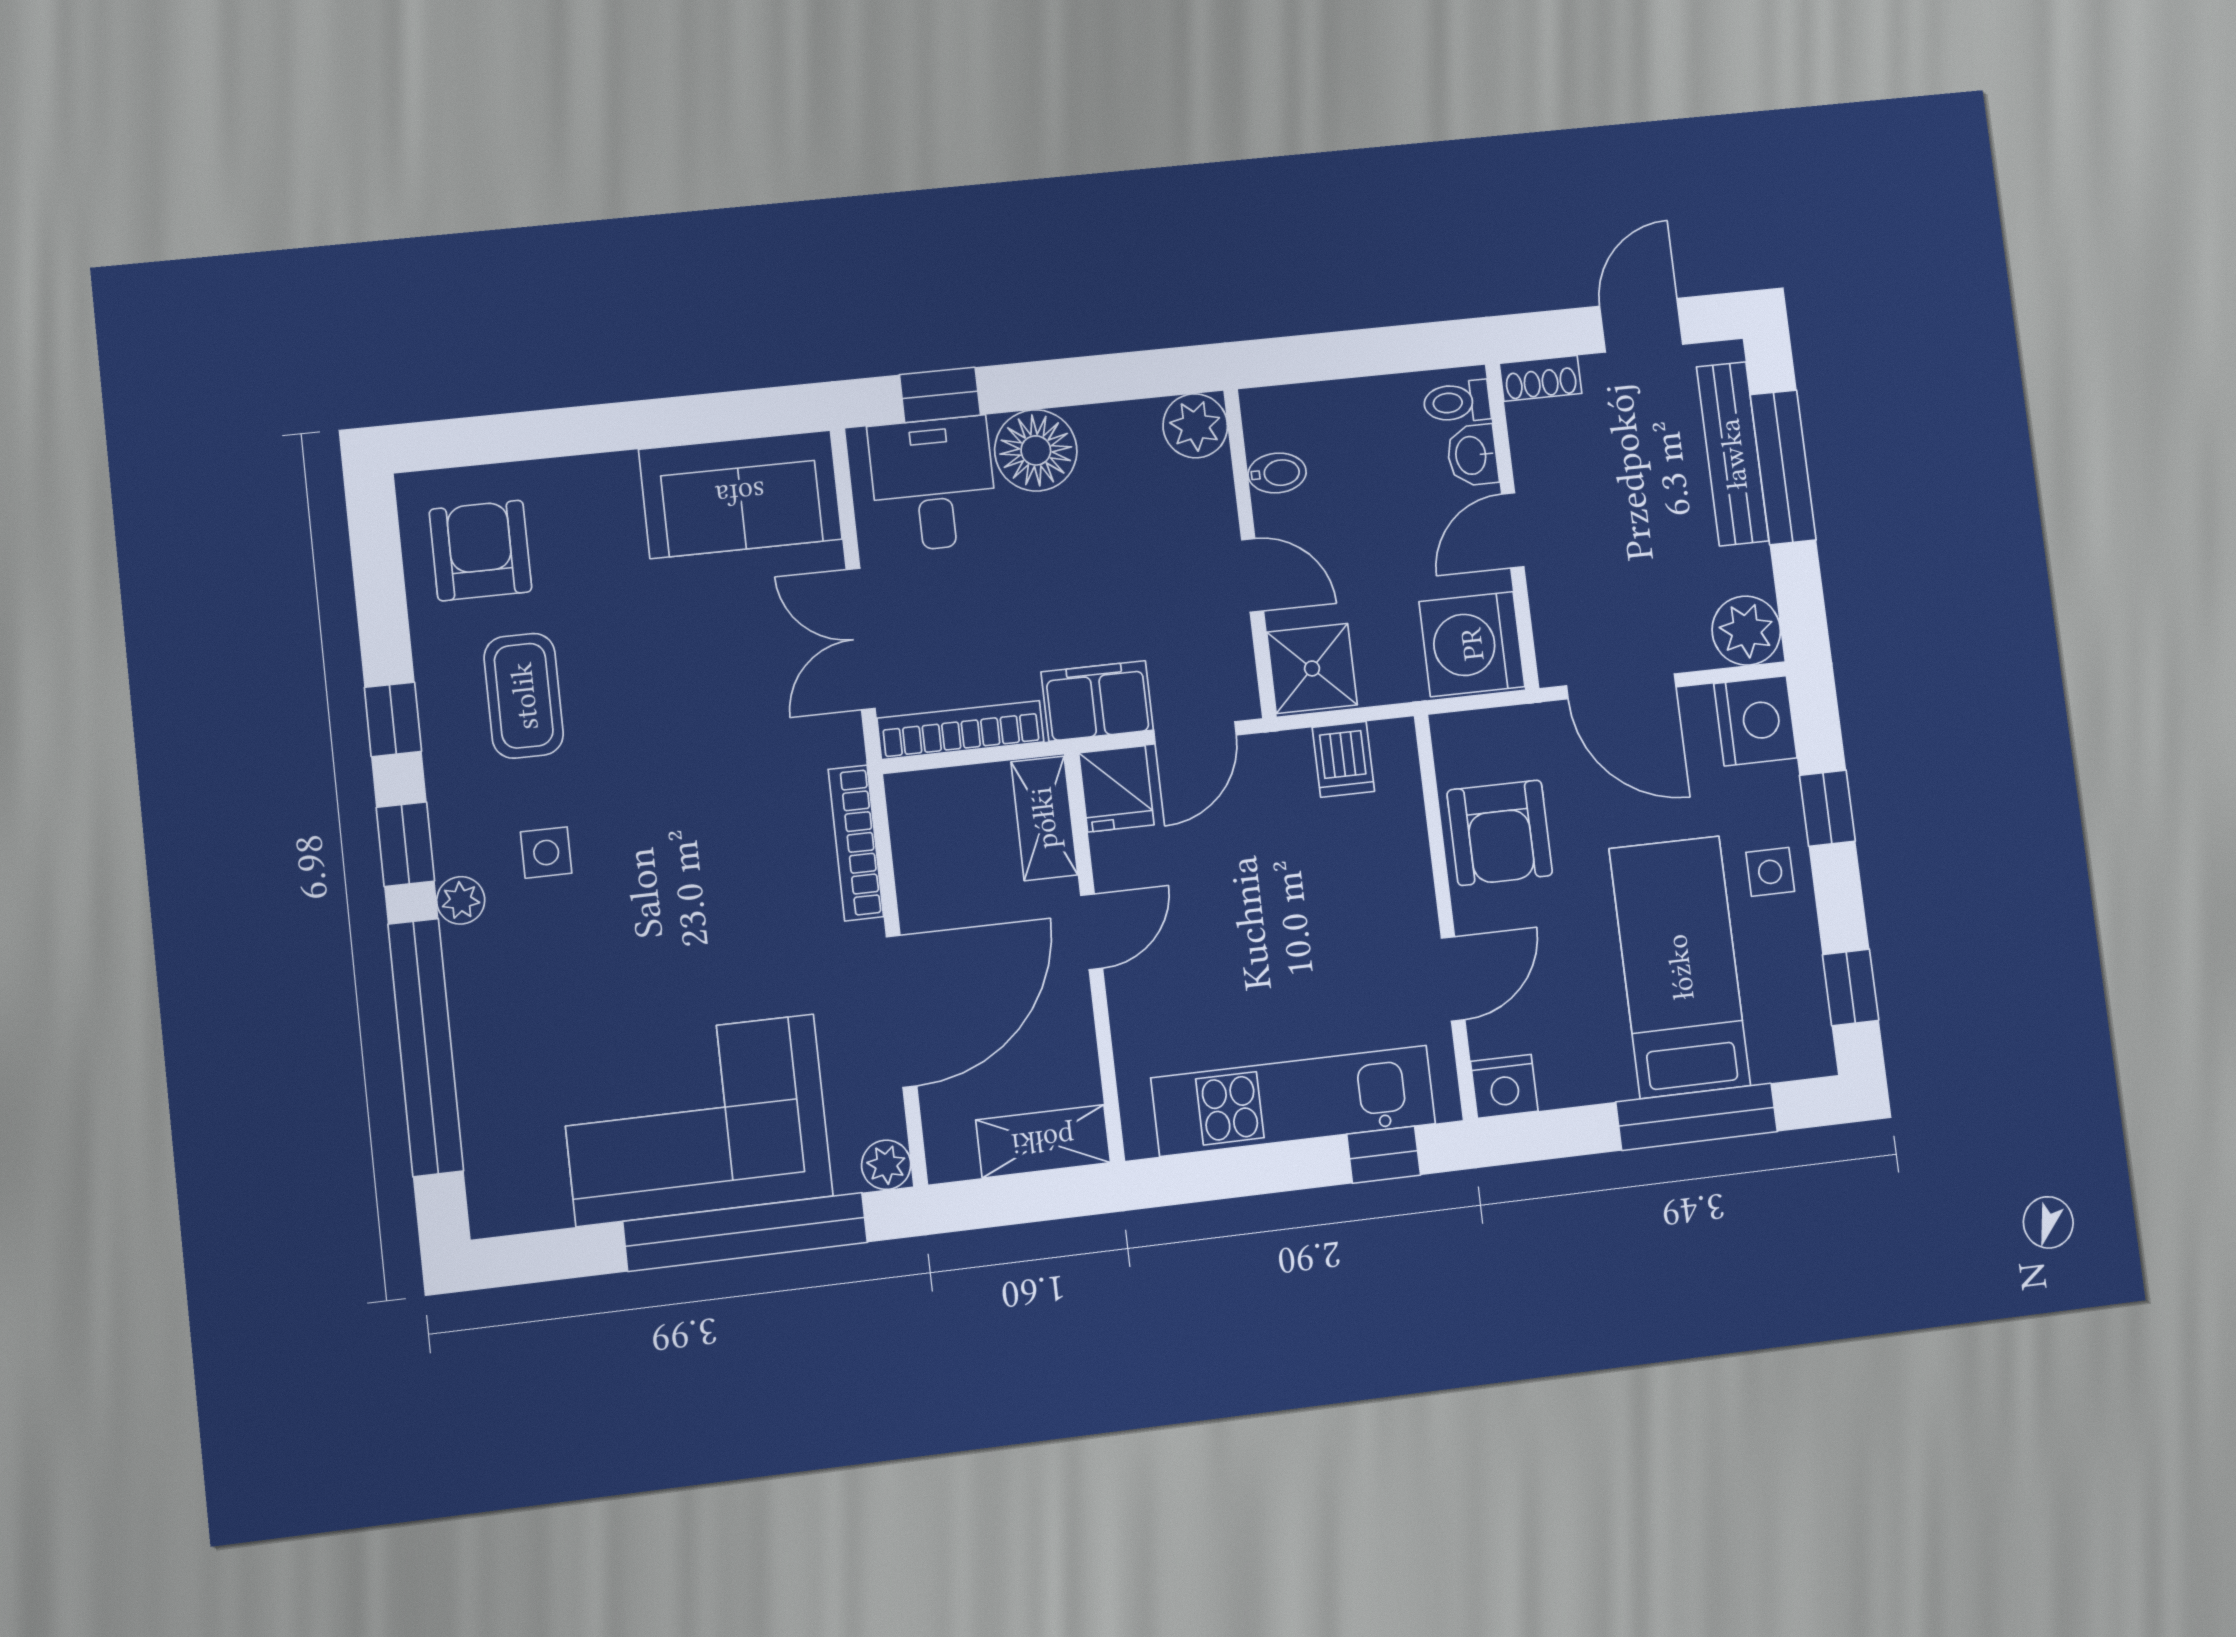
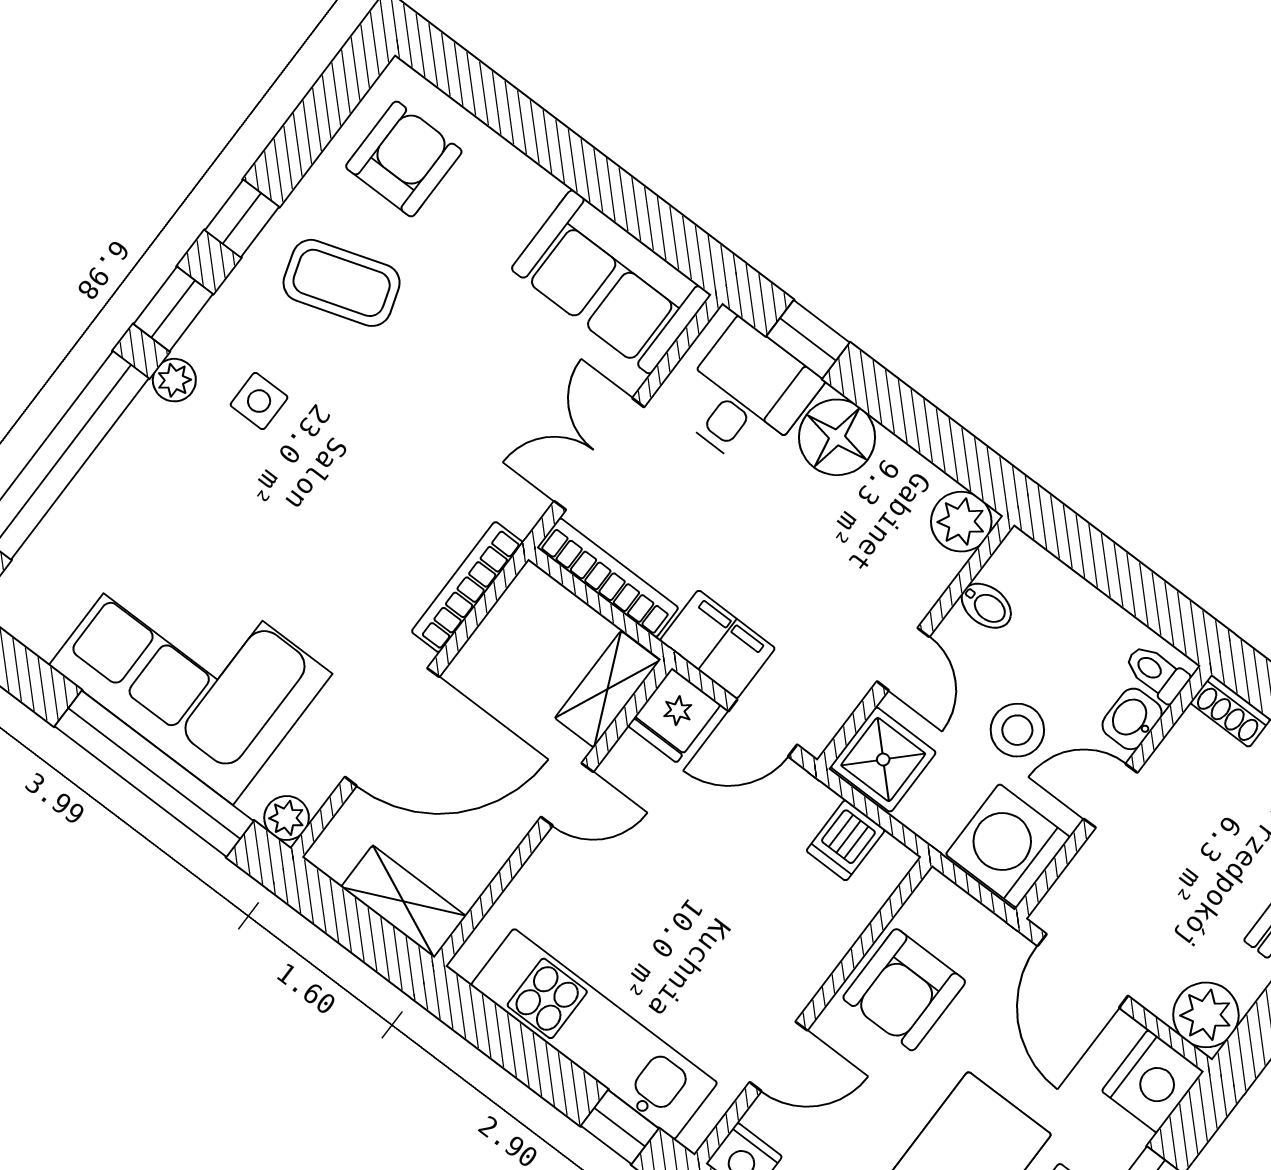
stool: (1393, 547) -> (1017, 730), added
coffee table: (524, 696) -> (342, 283), turned 72

